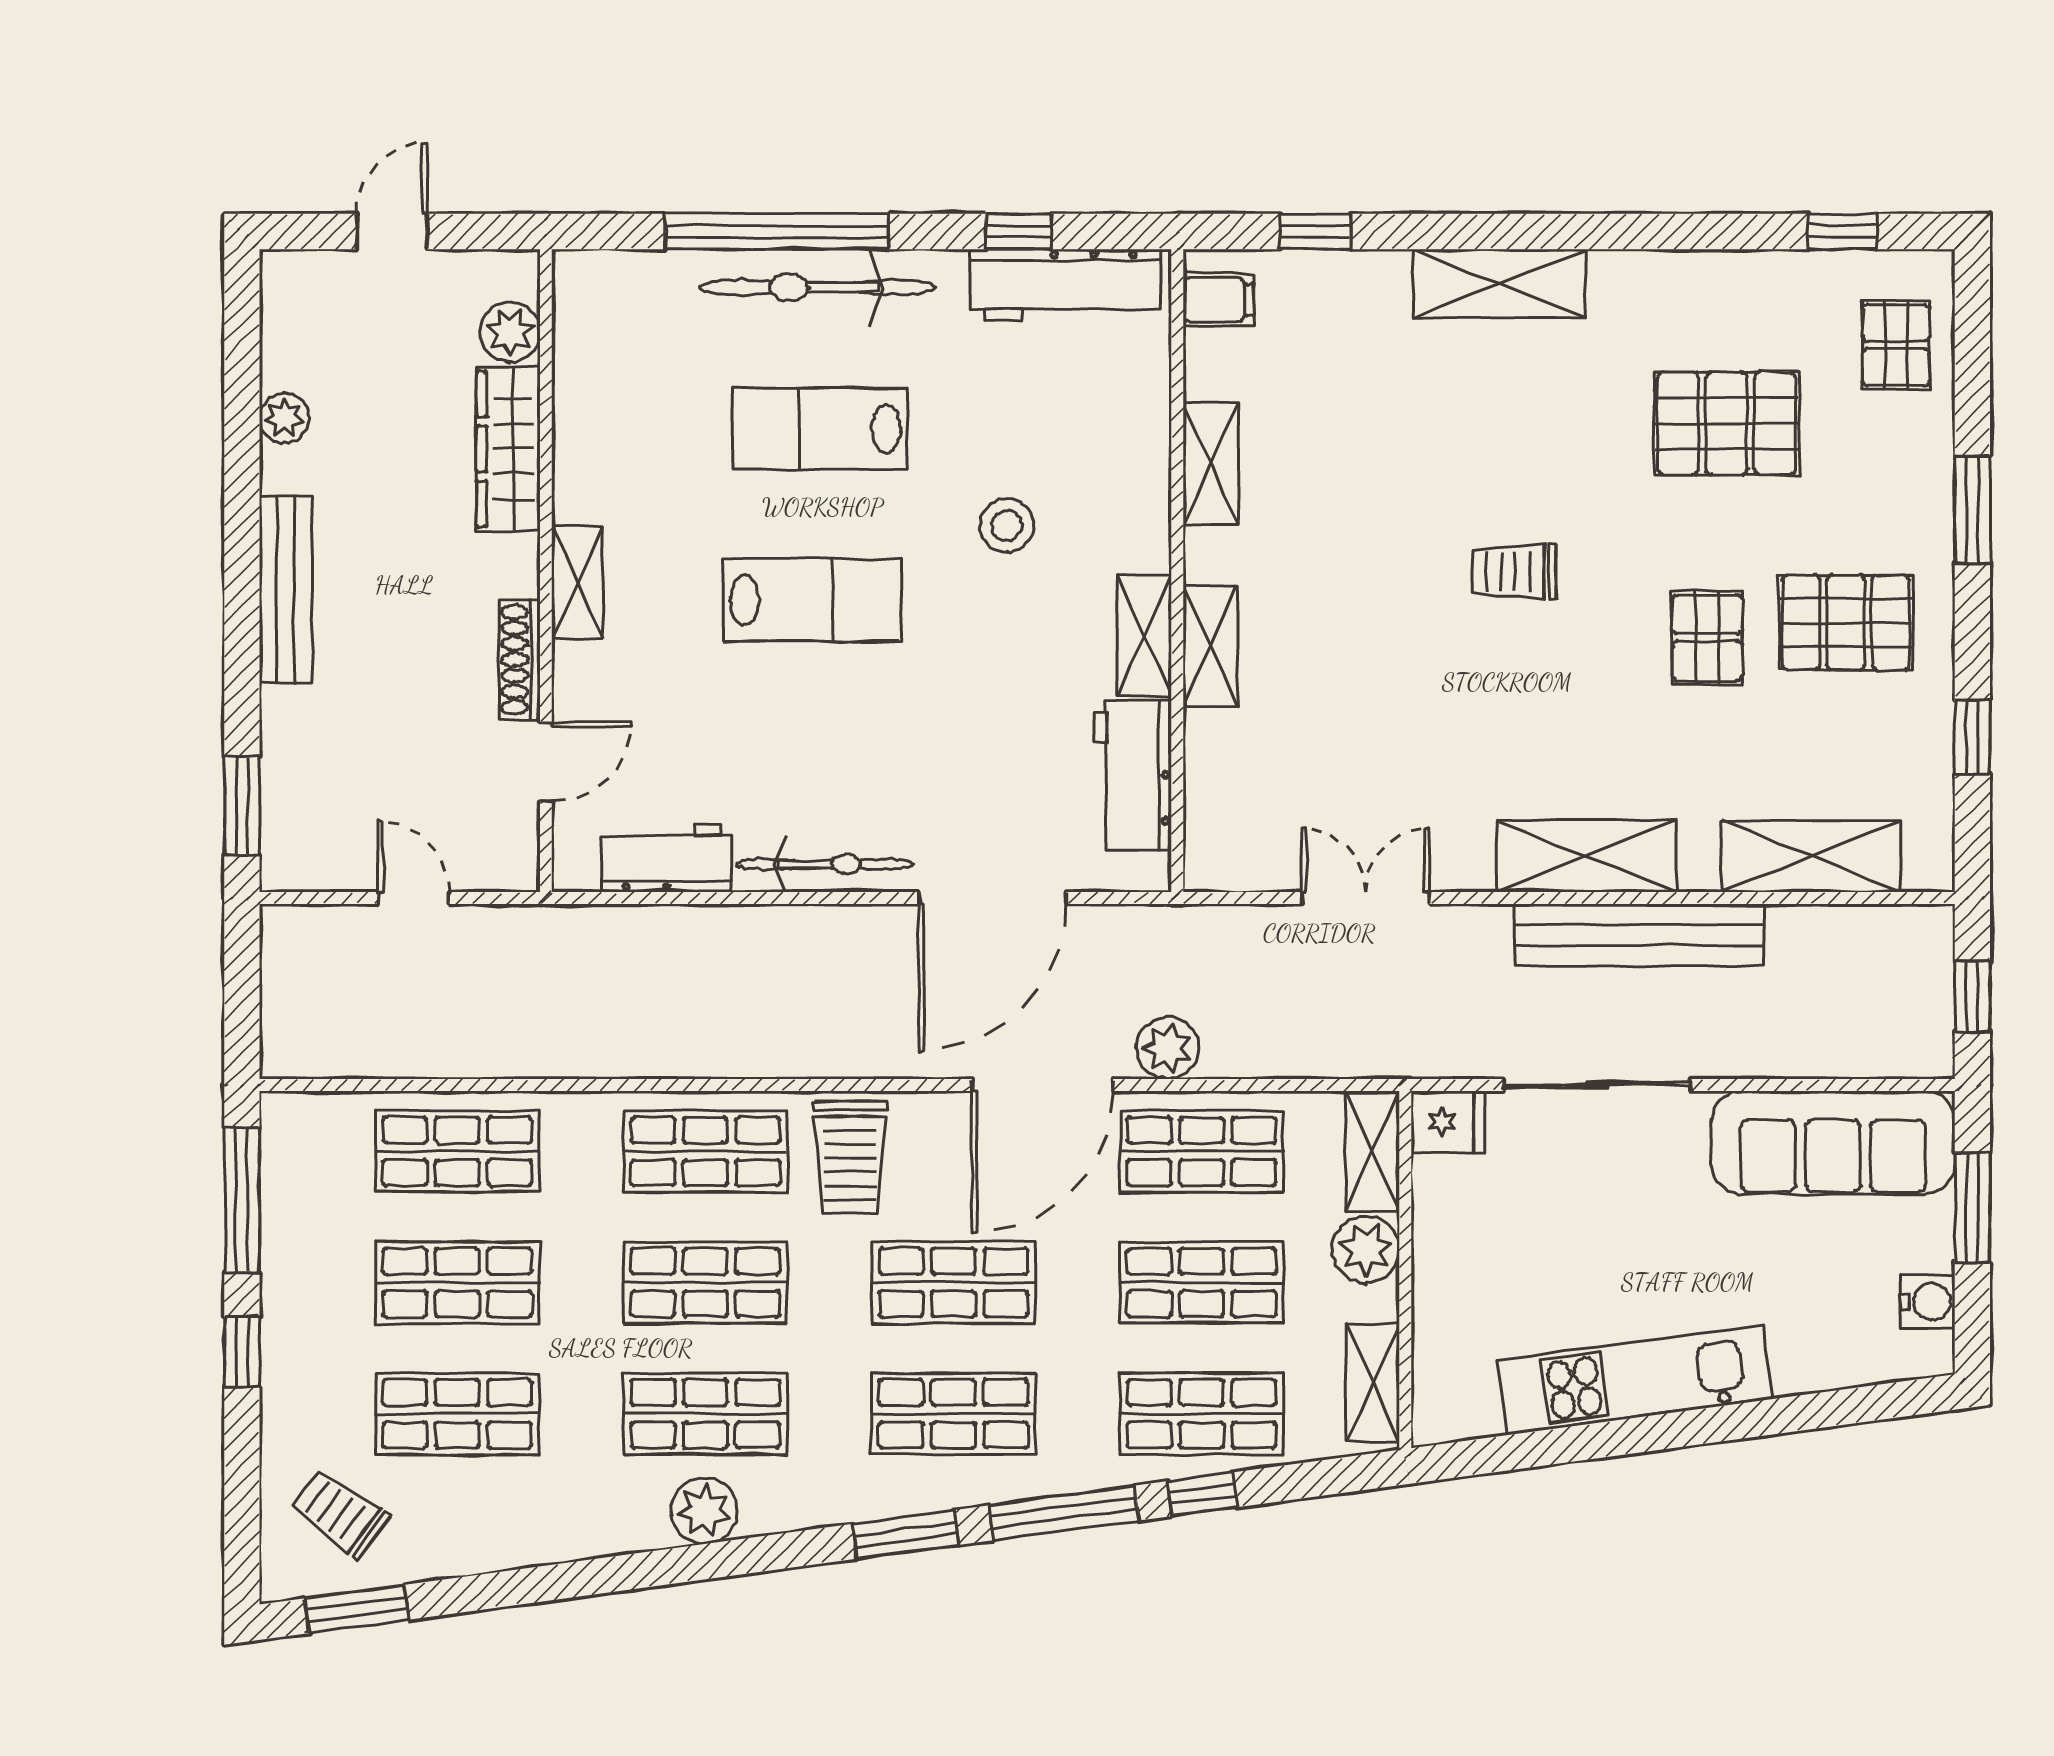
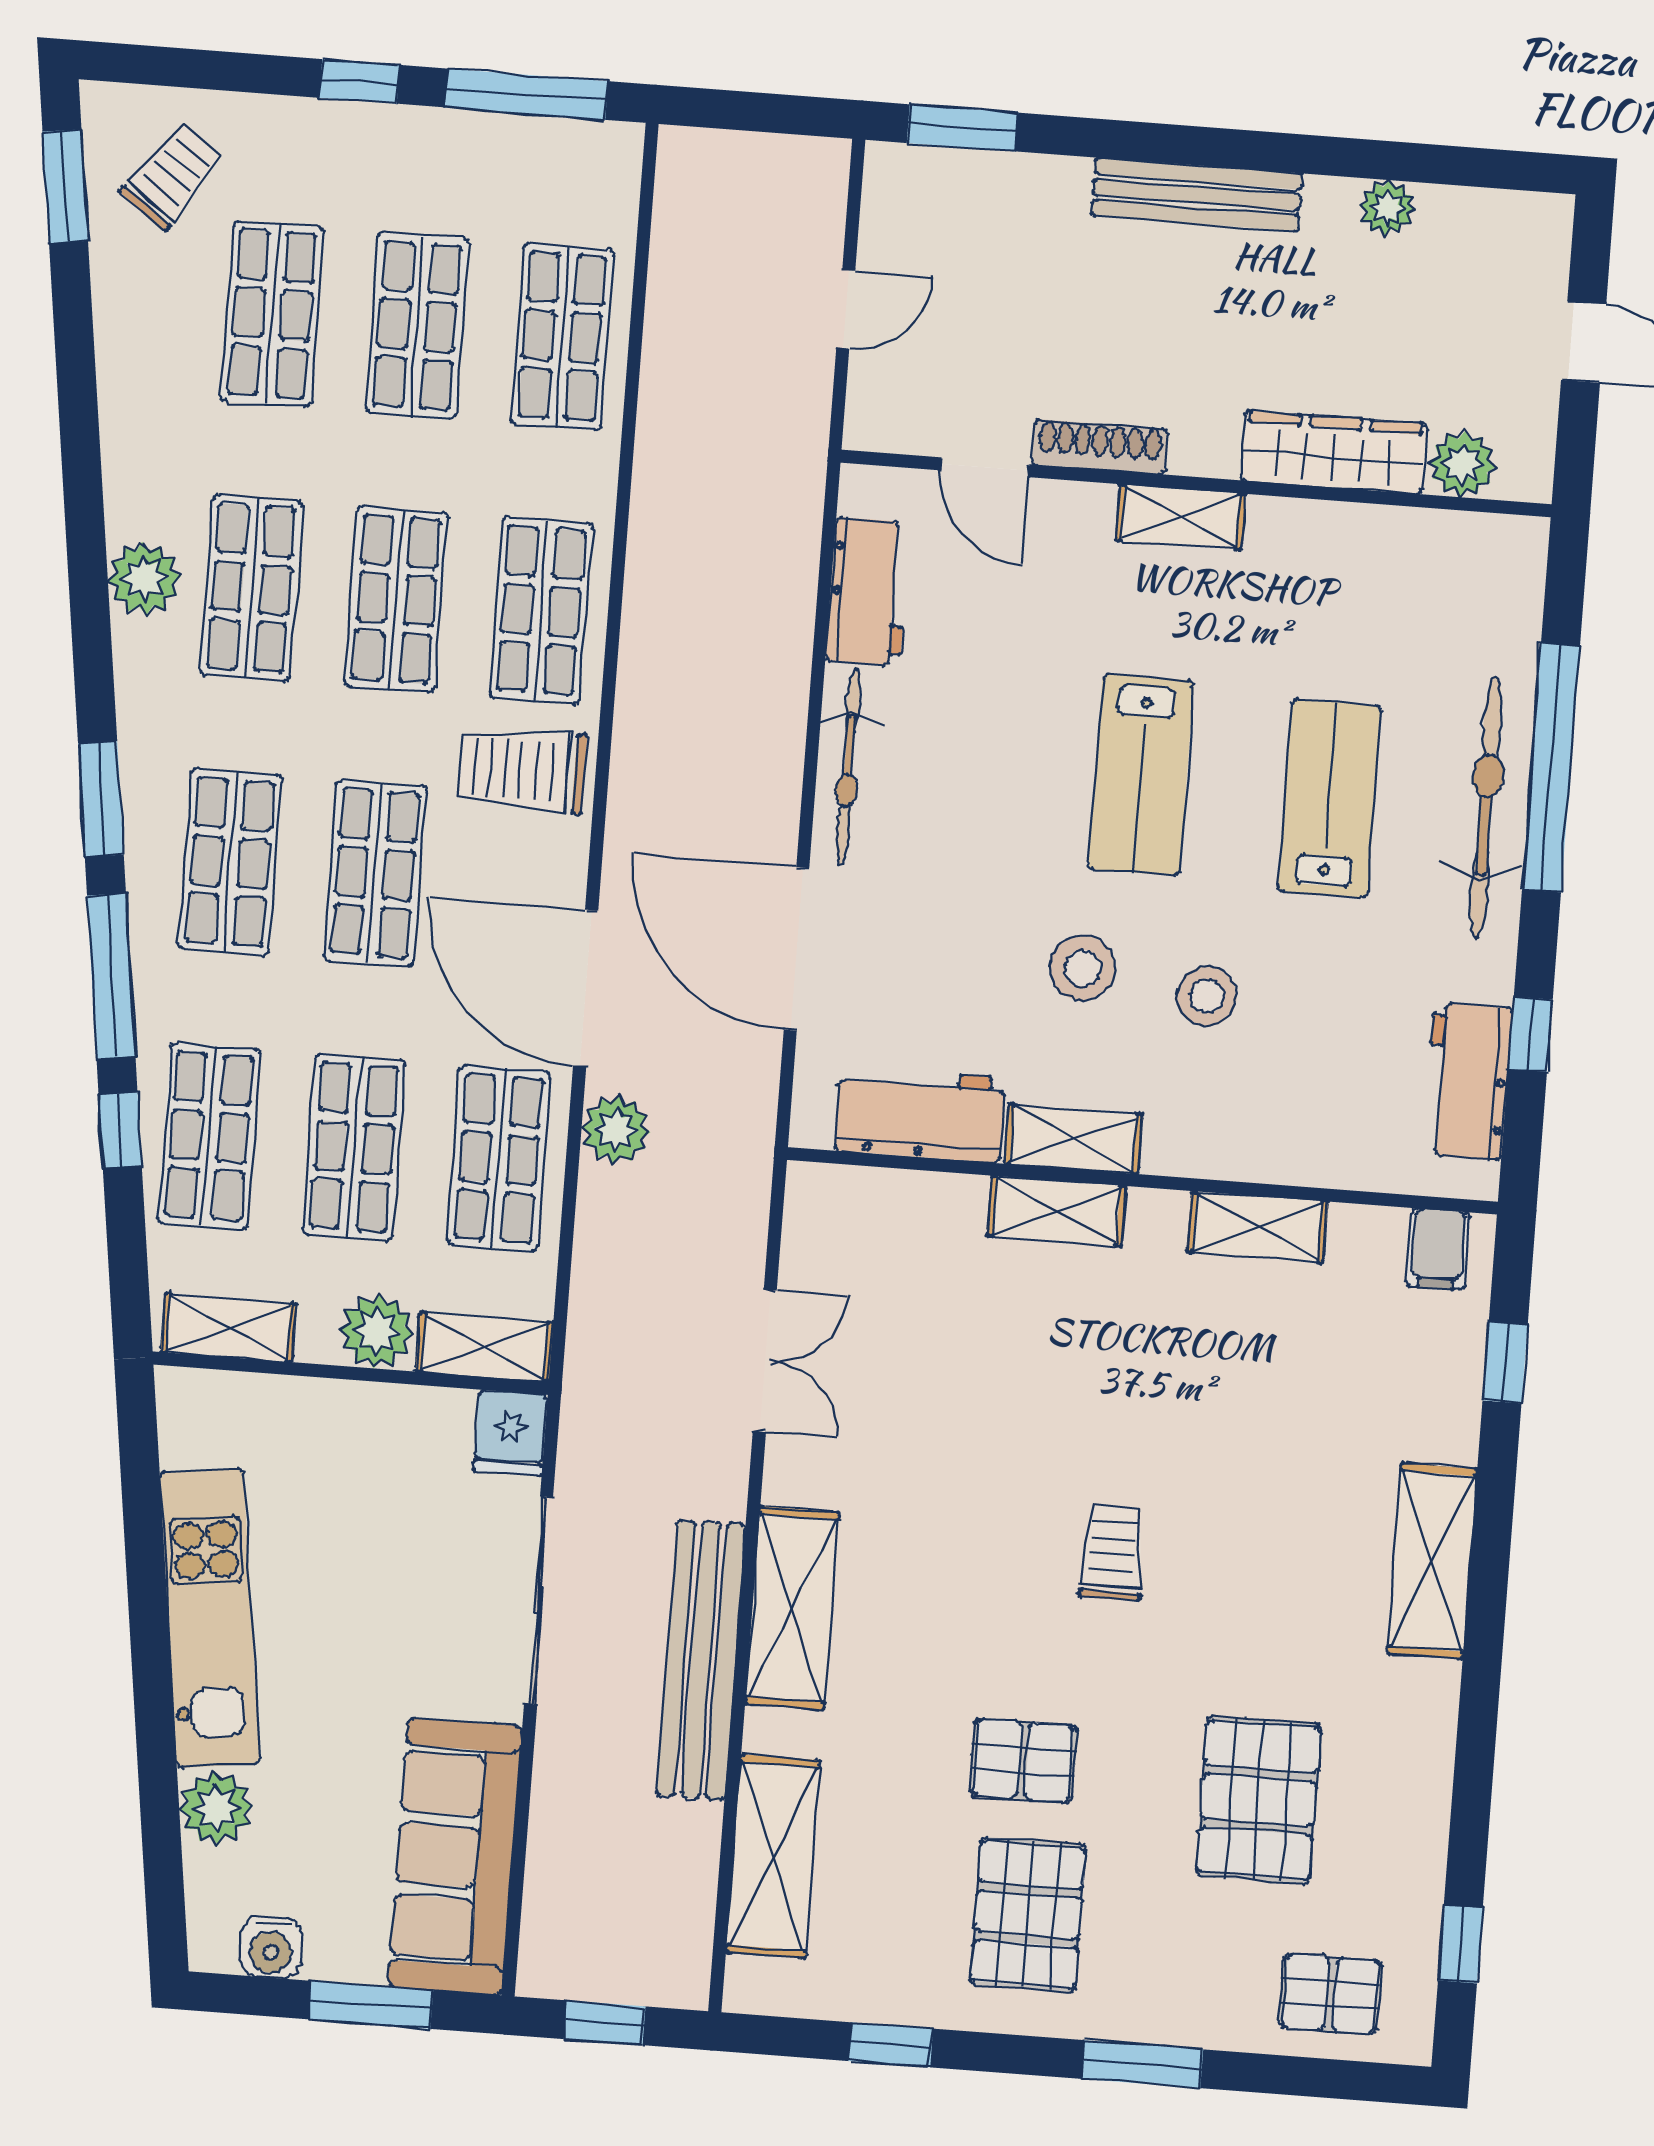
workbench: (1065, 285) -> (1468, 1081), width x0.73
stool: (990, 639) -> (1083, 968), added
plant: (1806, 1361) -> (216, 1808), added

